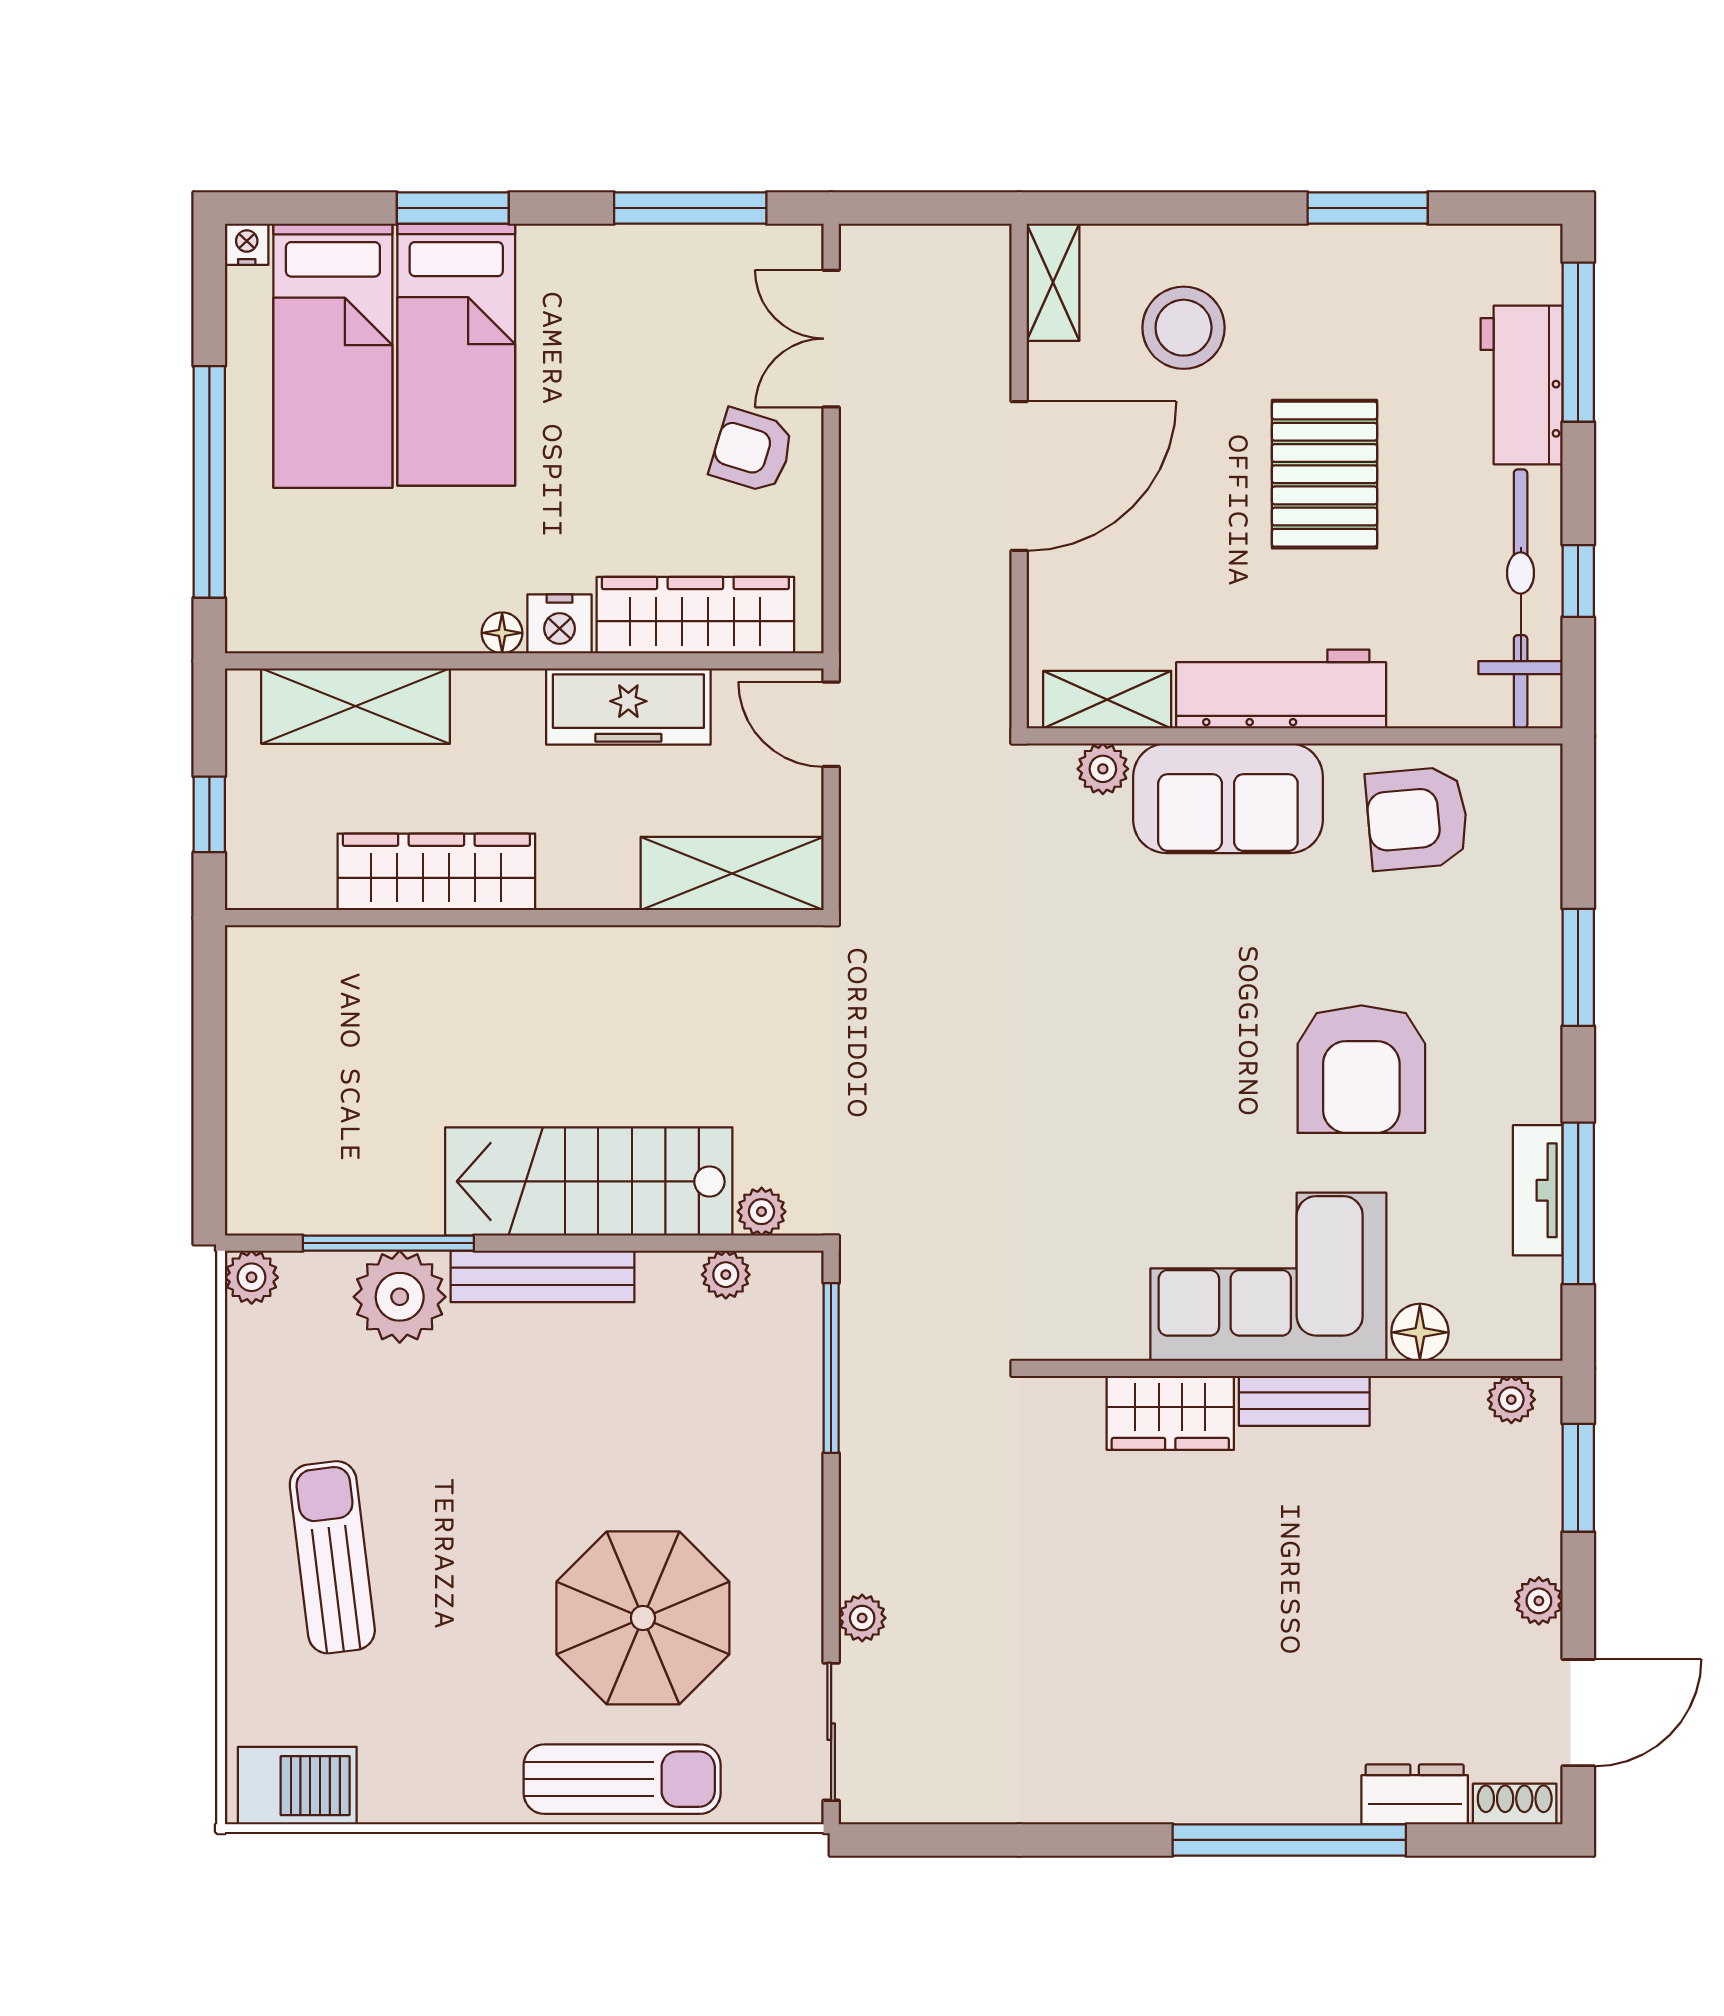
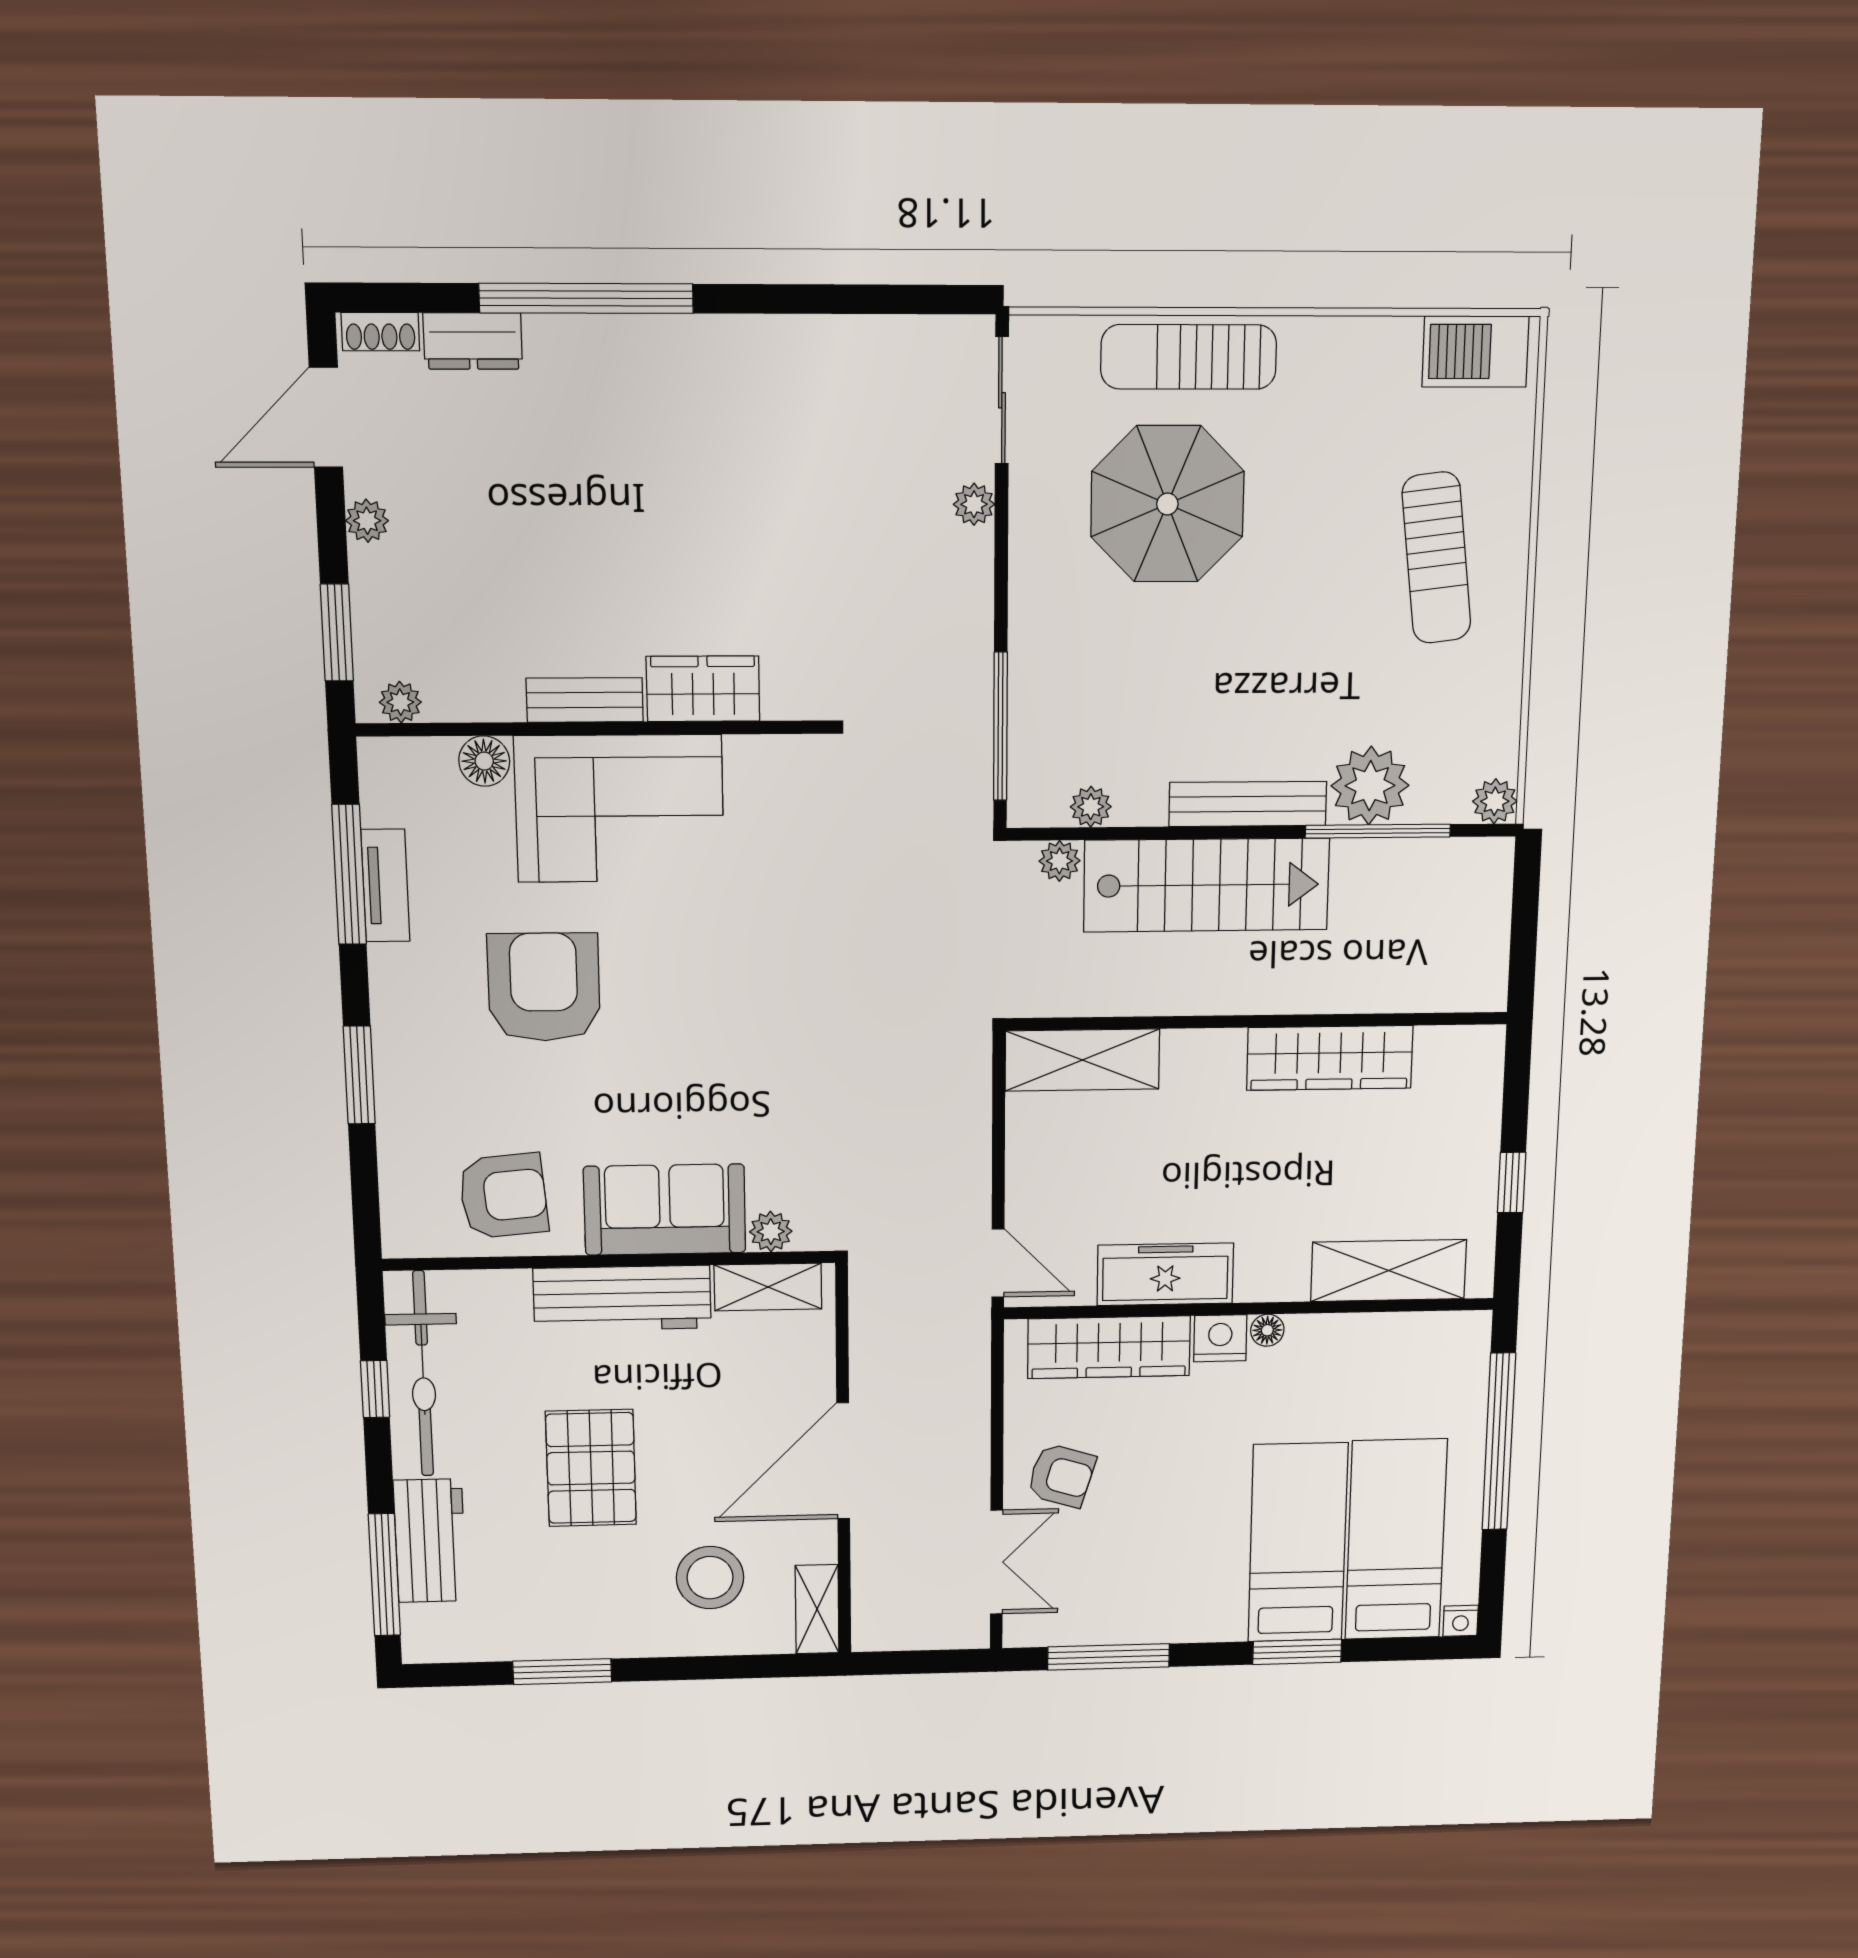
wardrobe: (436, 872) -> (1330, 1058), moved
shelving: (732, 873) -> (1082, 1060), moved
wall: (524, 918) -> (1257, 1021), moved

